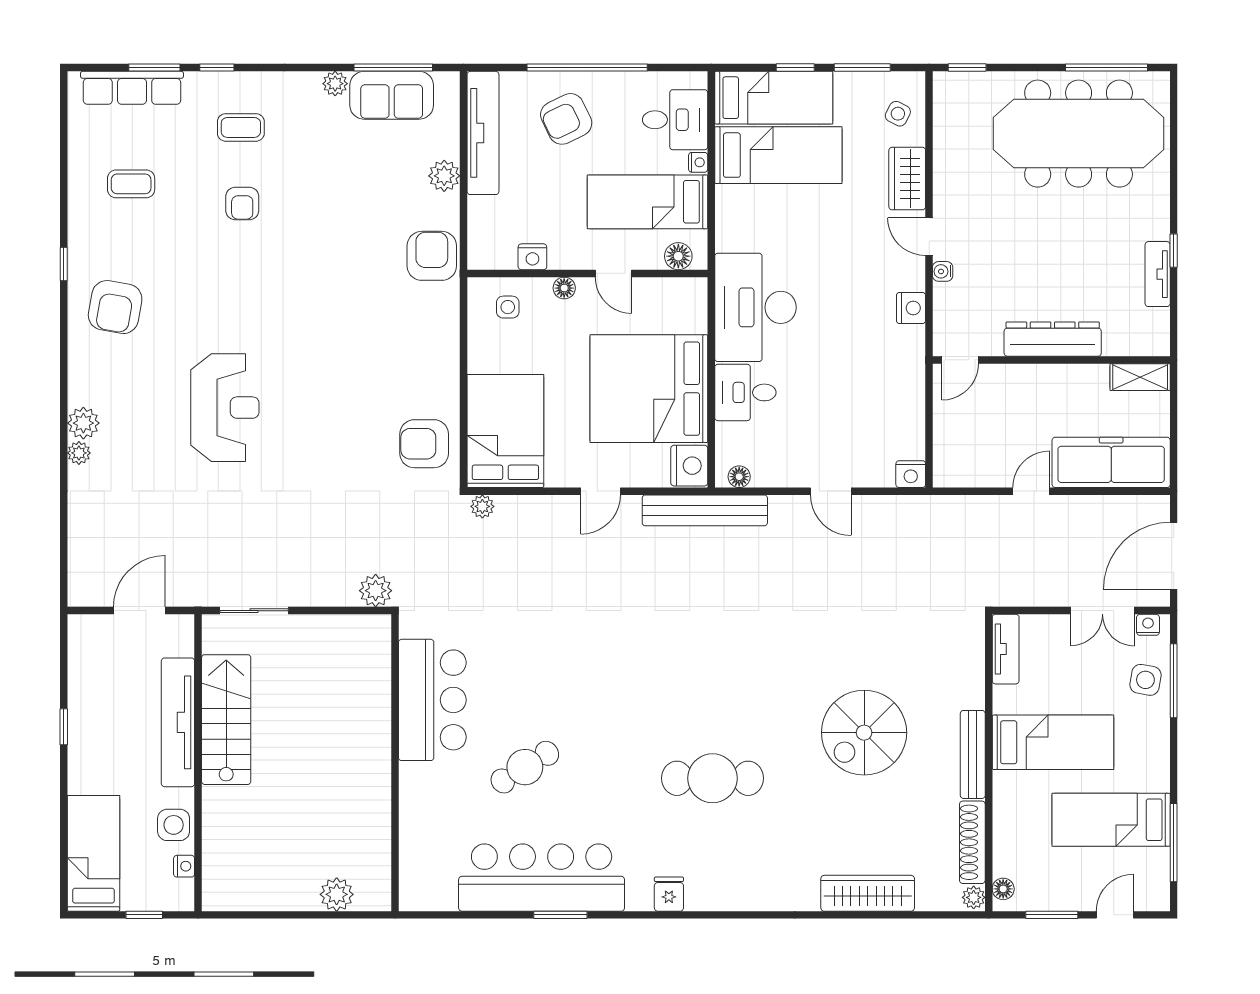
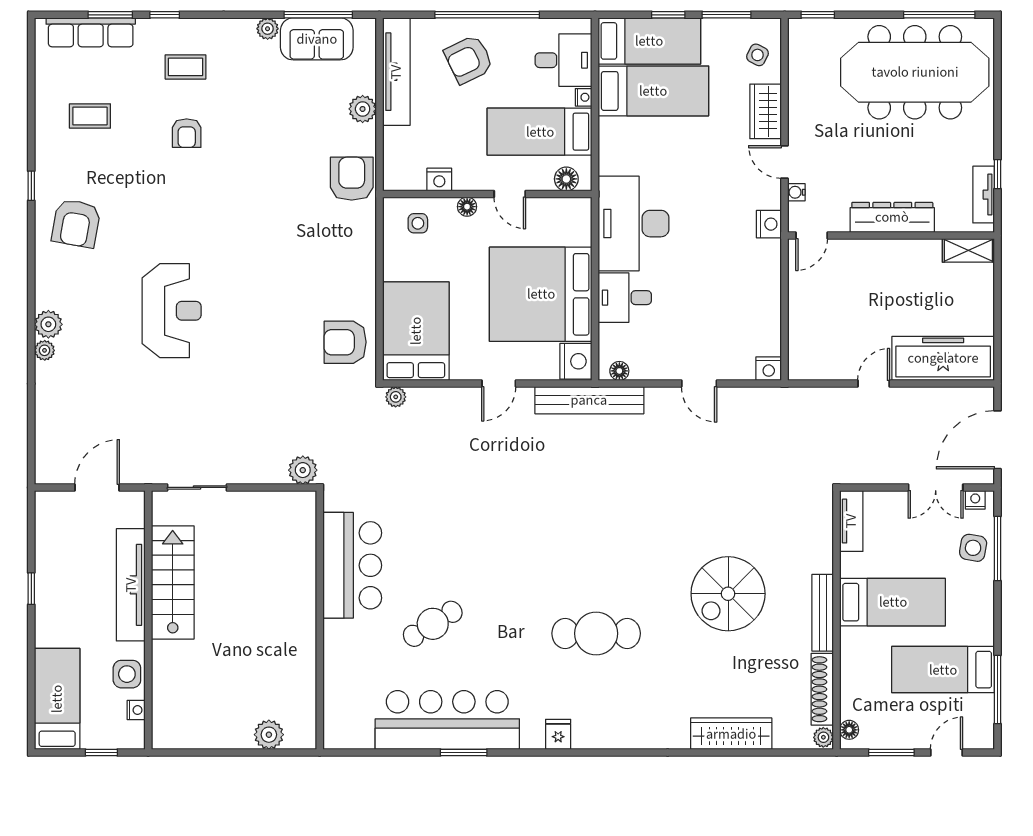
dresser: (1053, 339) -> (892, 217), moved
door: (960, 360) -> (812, 236), moved
wall: (1051, 360) -> (891, 236), moved
shelving: (1140, 377) -> (968, 250), moved

